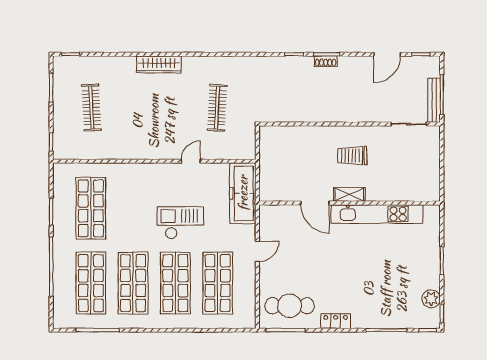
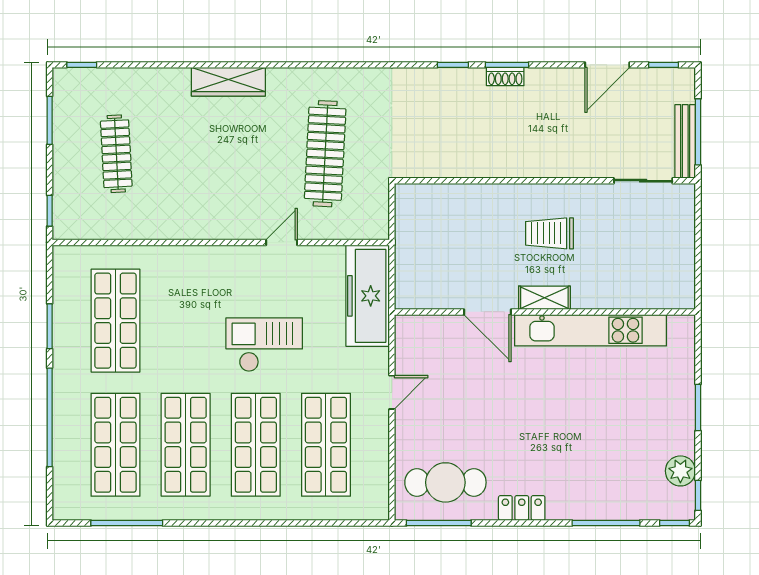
clothes rail: (217, 108) -> (325, 154), width x1.37, depth x1.31

